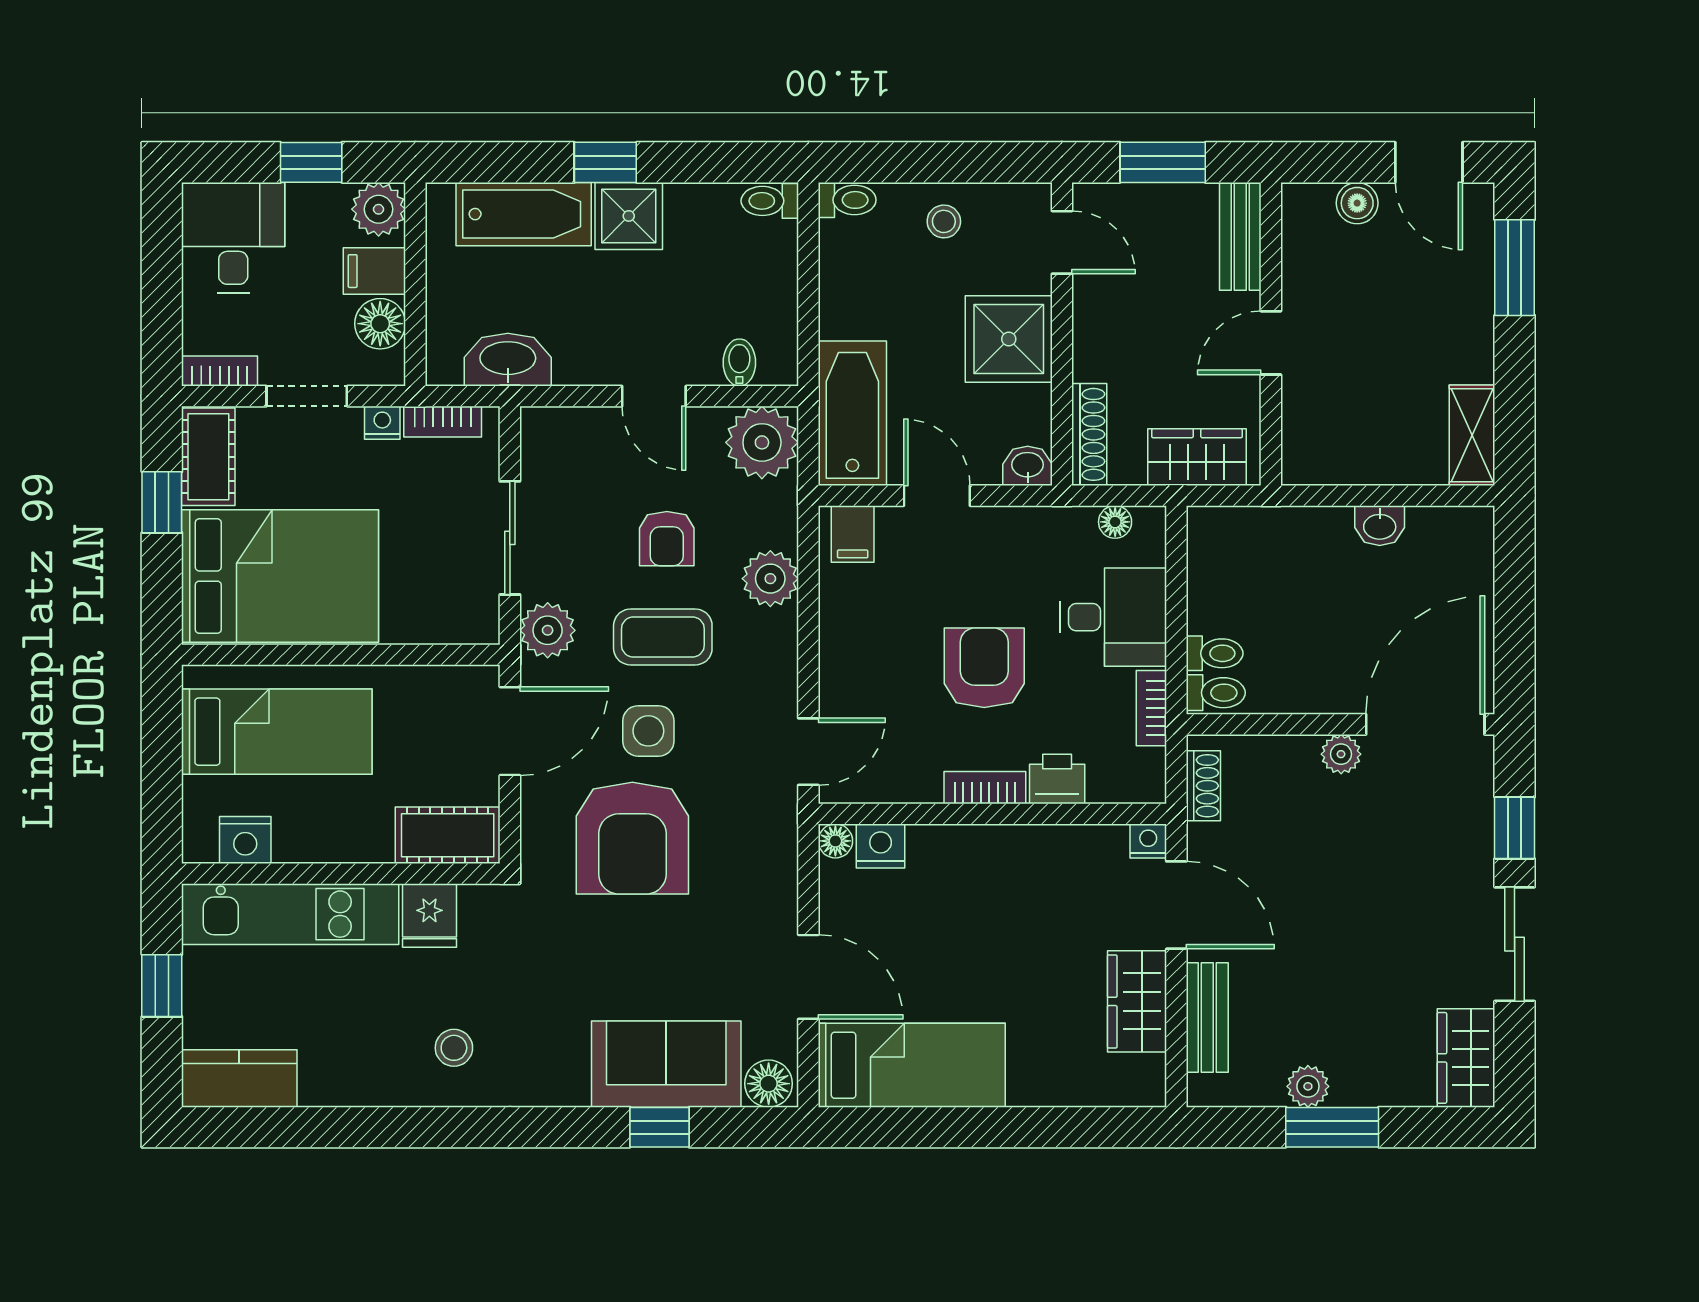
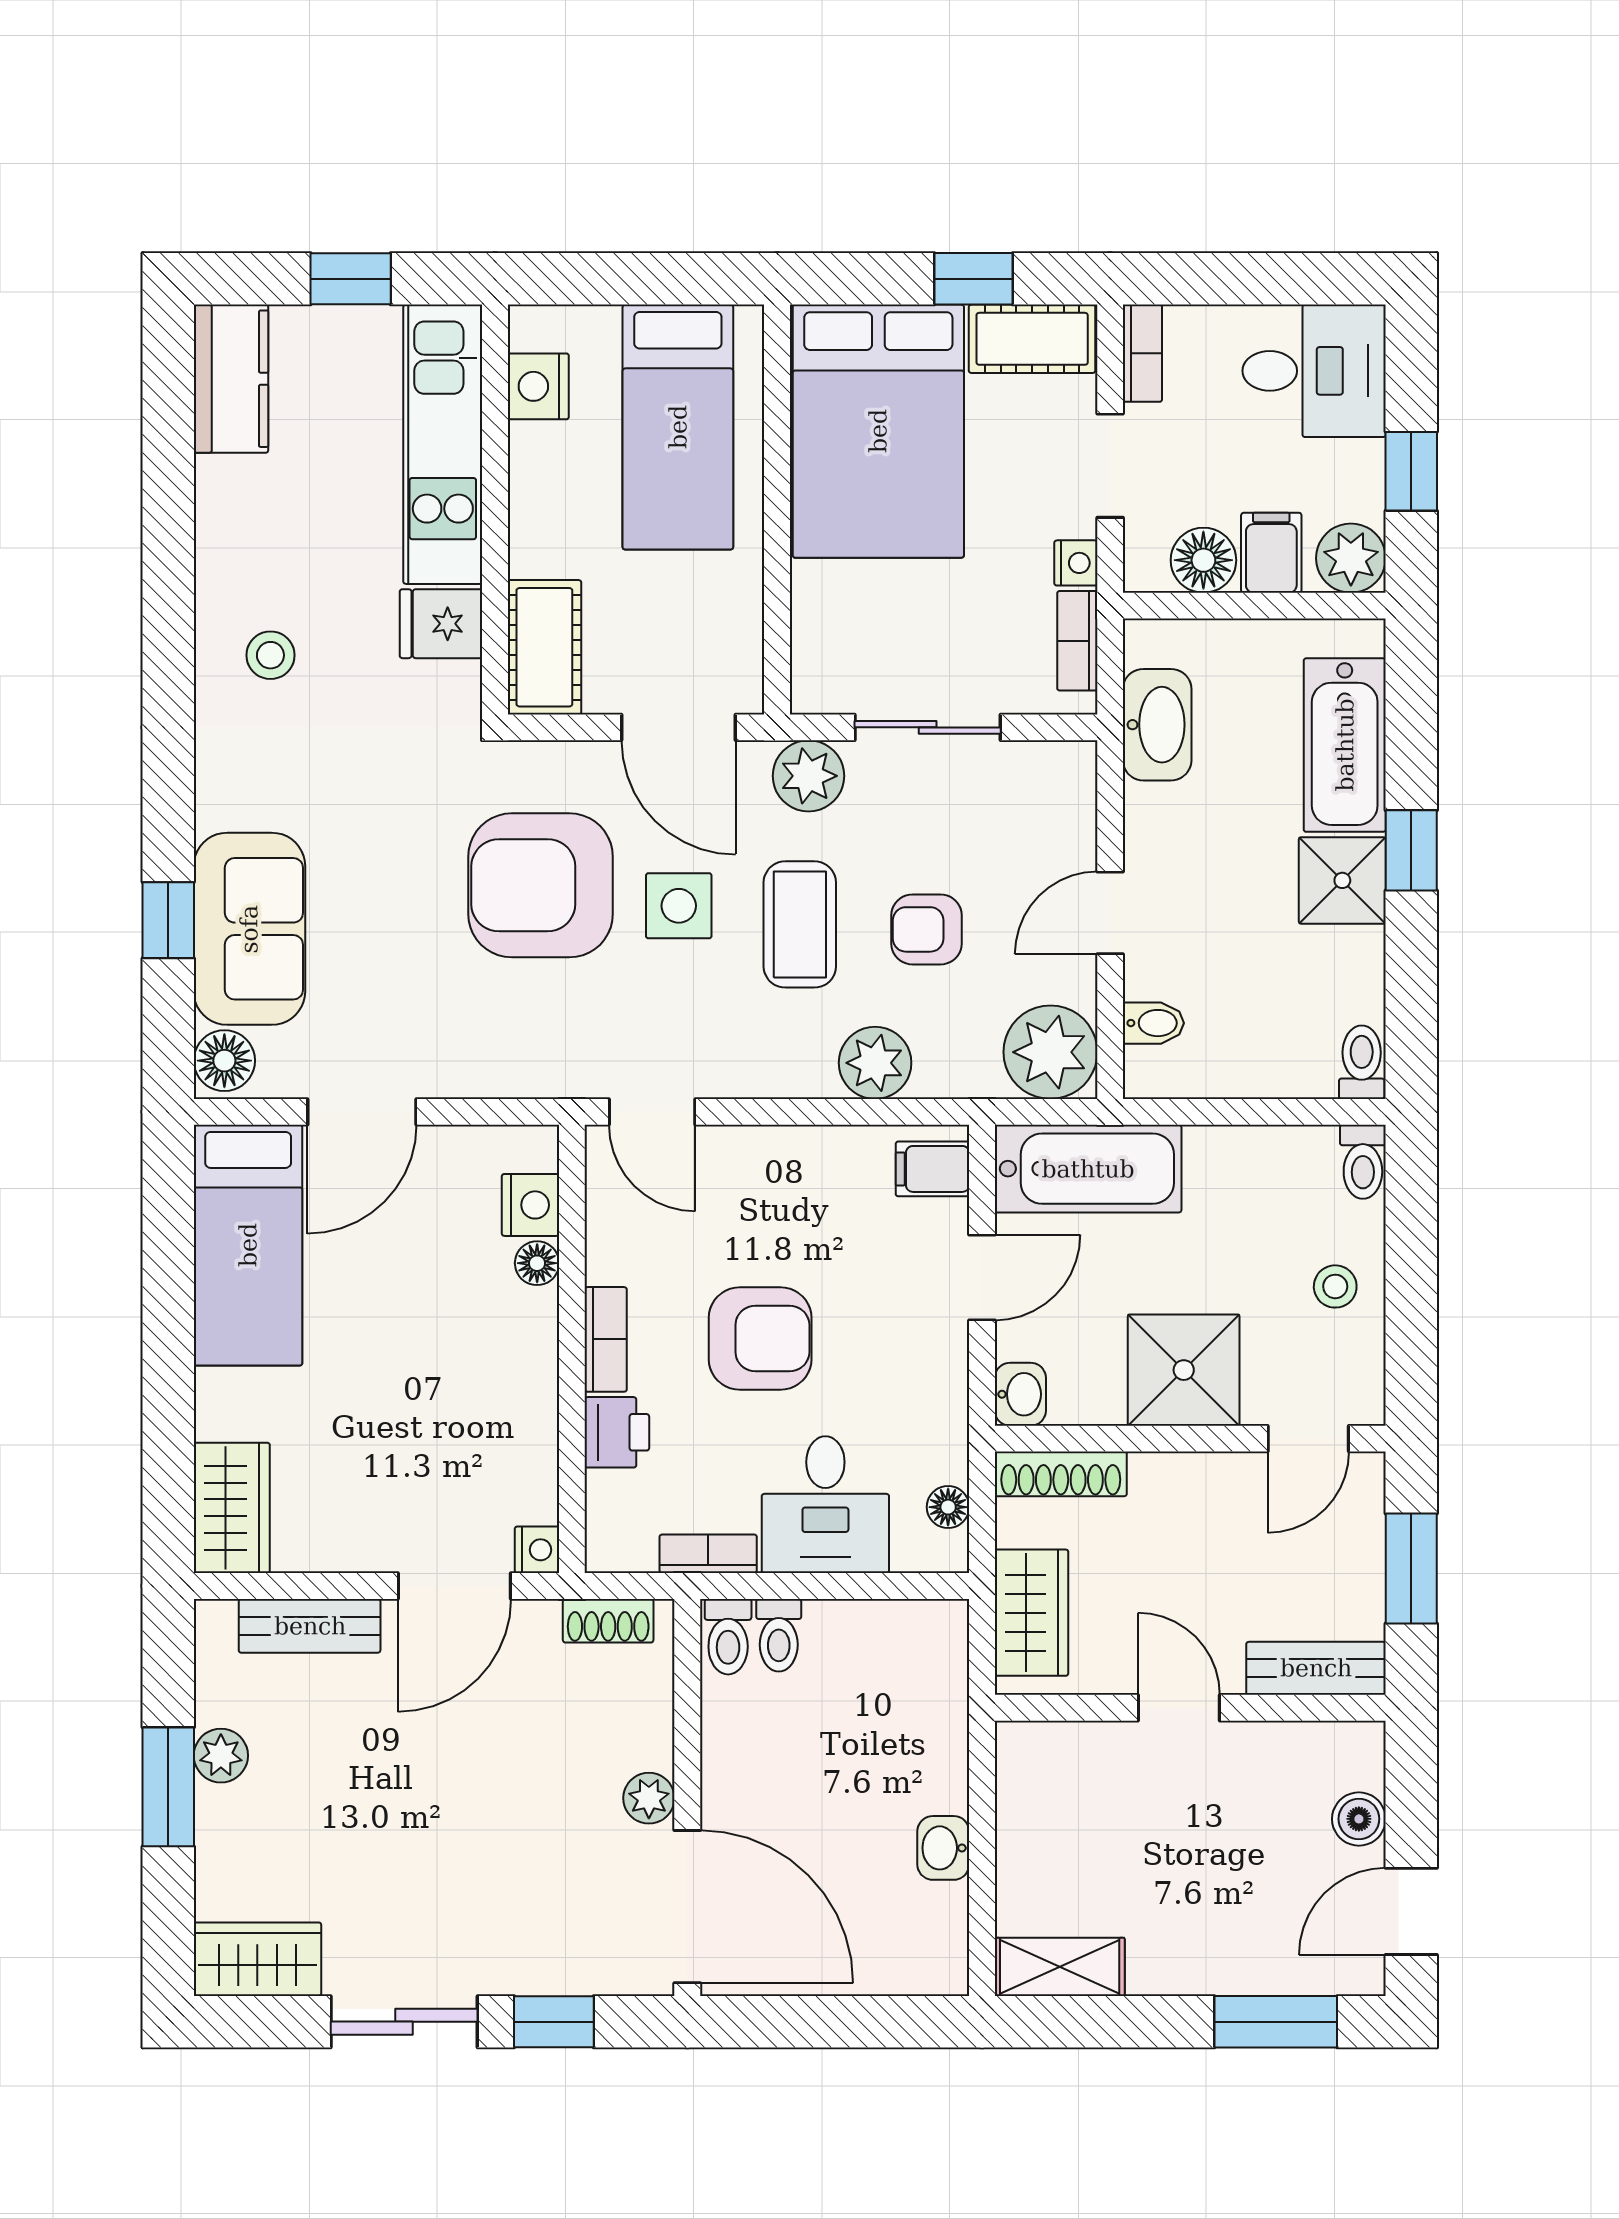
floor lamp: (835, 841) -> (537, 1263), moved
wardrobe: (1137, 1001) -> (232, 1508), moved, turned 90

